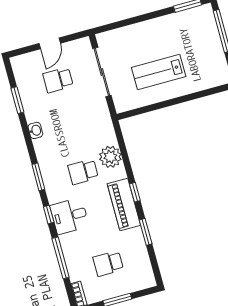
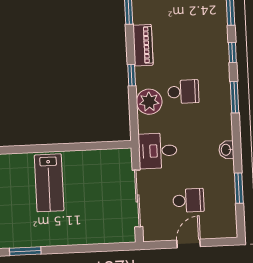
lab bench: (159, 72) -> (49, 183), moved, turned 90
window: (135, 192) -> (132, 75), moved
piano: (124, 204) -> (143, 45), width x0.73, depth x0.75
desk: (69, 216) -> (158, 151), moved, turned 180

